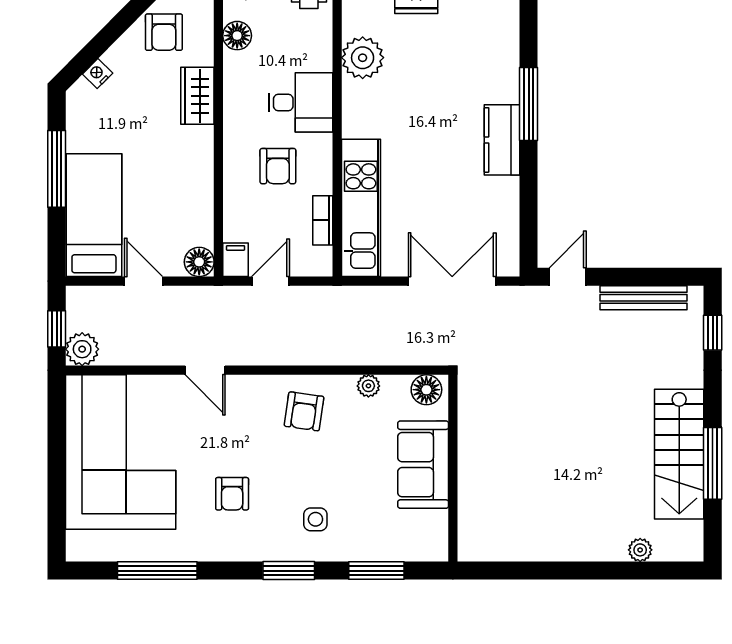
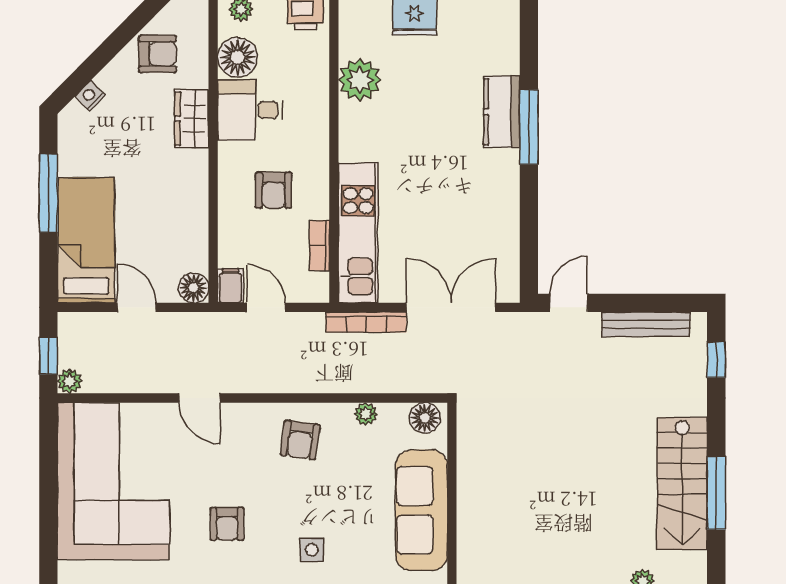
armchair: (164, 32) -> (158, 54), turned -90
floor lamp: (237, 36) -> (238, 57), width x1.38, depth x1.38
desk: (301, 102) -> (250, 110), moved, turned 180
kitchen counter: (502, 140) -> (502, 112), moved
door: (271, 281) -> (266, 307), hinge flipped
bookcase: (369, 296) -> (366, 322), added
plant: (82, 349) -> (70, 381), width x0.73, depth x0.73
sofa: (423, 465) -> (421, 510), width x1.36

